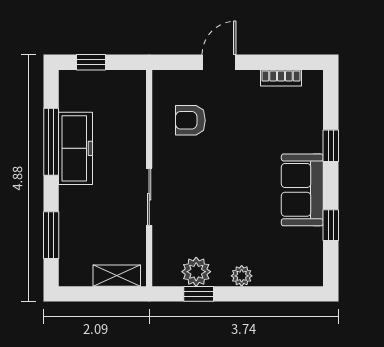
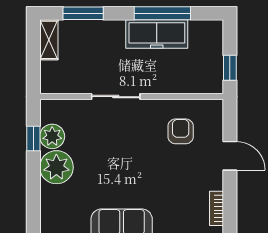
window: (91, 62) -> (230, 68), moved
shelving: (117, 276) -> (49, 40), moved
plant: (242, 276) -> (56, 167), width x1.88, depth x1.88

